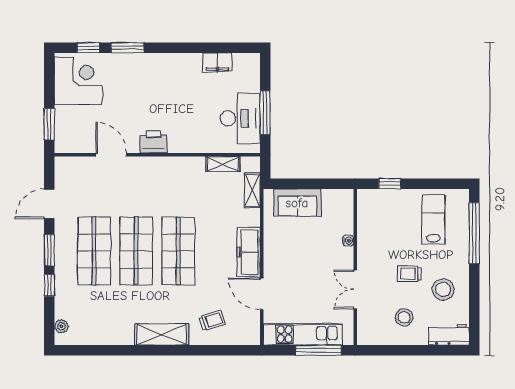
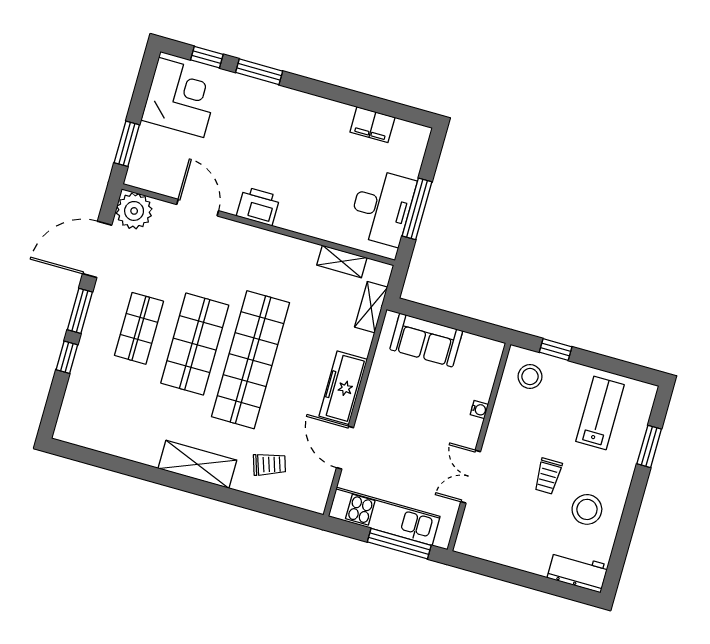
door: (49, 204) -> (97, 249), width x1.36
window: (474, 233) -> (649, 446), width x0.47
shop shelf: (94, 251) -> (139, 328), width x0.70, depth x0.74
shop shelf: (178, 251) -> (251, 360), width x1.40
trolley: (409, 274) -> (548, 476), turned -90
stool: (404, 317) -> (530, 377), moved
plant: (61, 326) -> (134, 211), moved, width x1.88, depth x1.88

